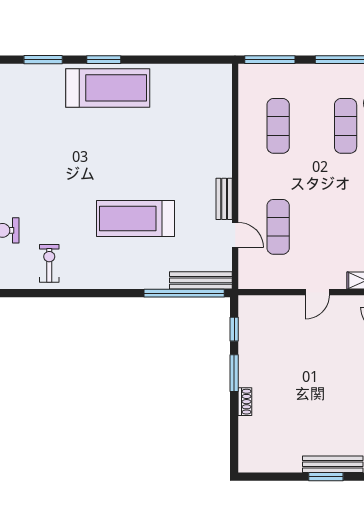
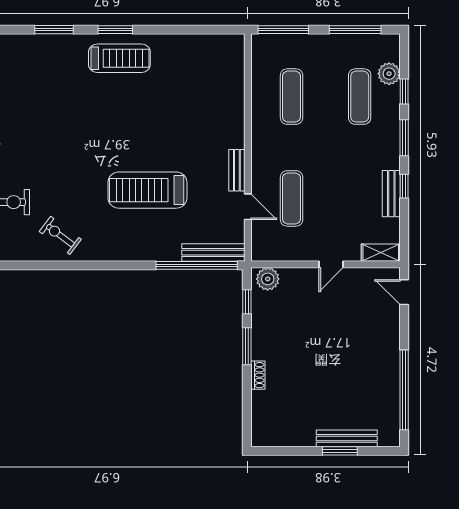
treadmill: (108, 88) -> (119, 58), width x0.73, depth x0.73
exercise bike: (49, 263) -> (60, 235), turned -53
plant: (255, 306) -> (268, 279), added

